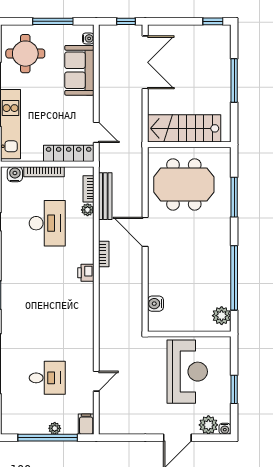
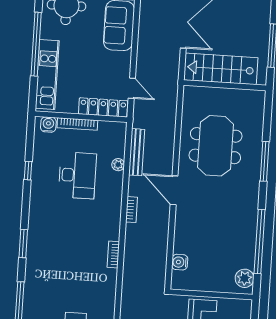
stairs: (184, 128) -> (221, 69), moved
wall: (189, 145) -> (225, 85), moved
meeting table: (184, 184) -> (215, 146), turned 90
bookcase: (88, 189) -> (113, 255), moved
printer: (86, 273) -> (113, 227), removed

